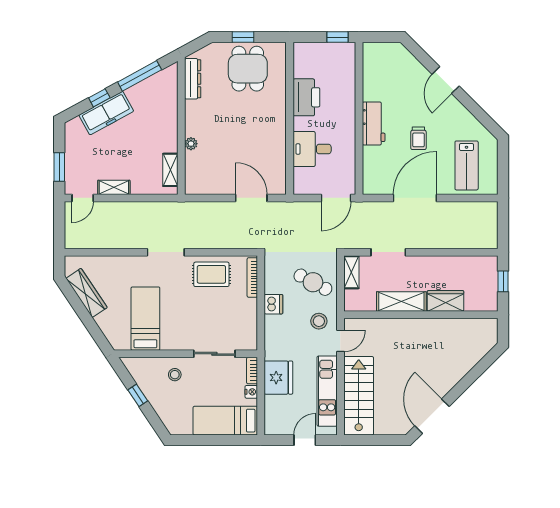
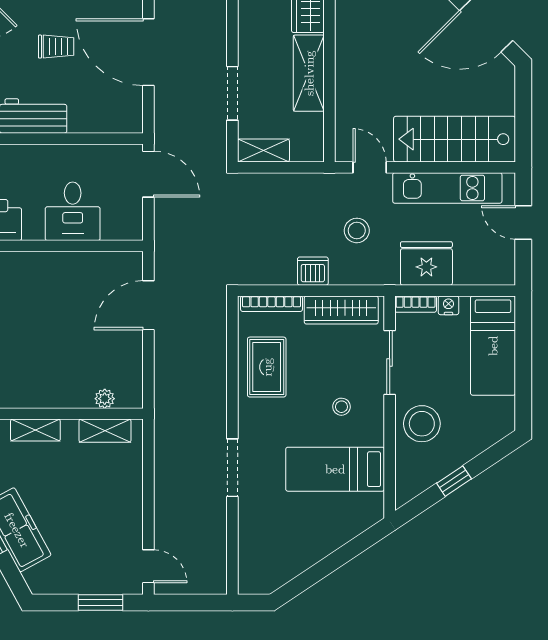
plant: (191, 144) -> (105, 399), moved
shelving: (114, 187) -> (35, 430), moved, turned 90
doorway: (166, 252) -> (232, 468), moved
cafe table: (313, 282) -> (279, 210), removed
wardrobe: (87, 293) -> (341, 310), moved, turned -146
stool: (319, 321) -> (357, 230), moved
stool: (186, 323) -> (341, 407), added
stool: (175, 375) -> (422, 424), width x1.89, depth x1.89

